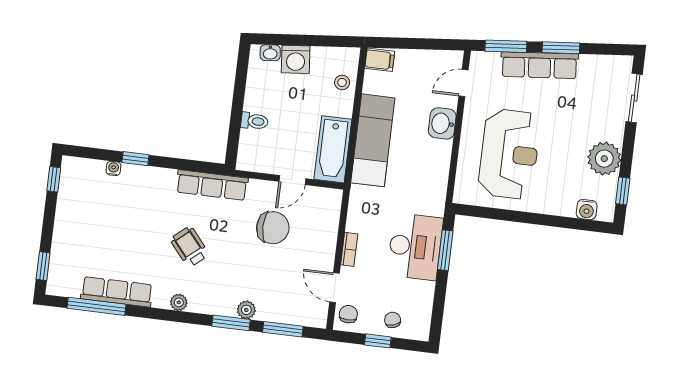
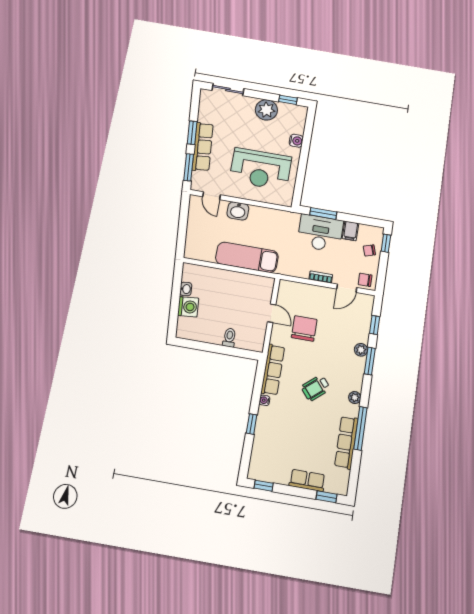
washbasin: (270, 53) -> (186, 289), moved
filing cabinet: (380, 60) -> (350, 231), moved, turned 180
stool: (342, 82) -> (206, 276), removed
bathtub: (333, 149) -> (252, 284), removed
reception desk: (509, 154) -> (261, 169), turned 180
water cooler: (113, 168) -> (264, 400), moved
water cooler: (587, 210) -> (296, 141), moved
row of seats: (63, 239) -> (307, 480), added
window: (96, 306) -> (360, 428), moved
window: (283, 329) -> (375, 325), width x0.67
window: (378, 341) -> (386, 243), moved

